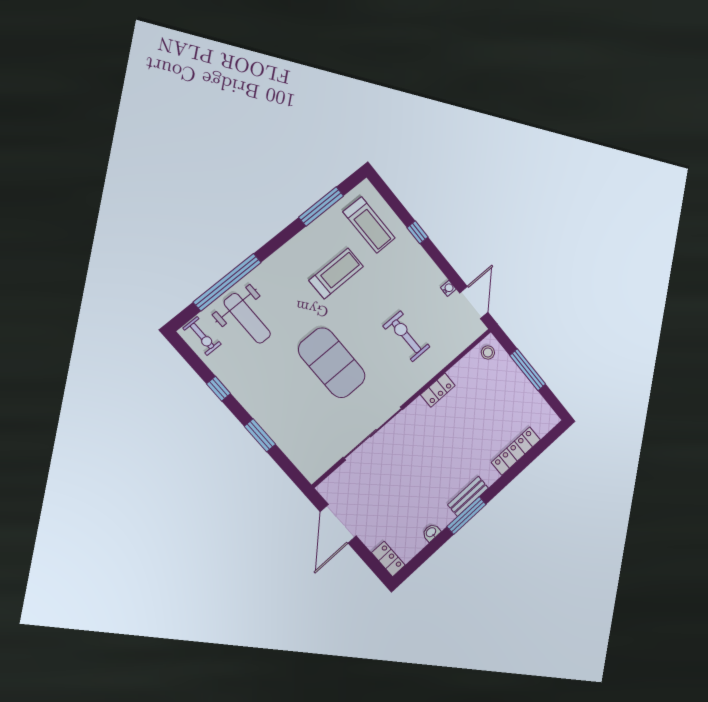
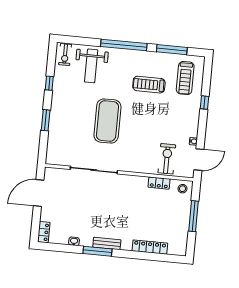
treadmill: (336, 273) -> (149, 85), turned 180
window: (227, 282) -> (124, 45), moved
exercise bike: (406, 336) -> (167, 159), moved
locker: (438, 390) -> (159, 183), moved

